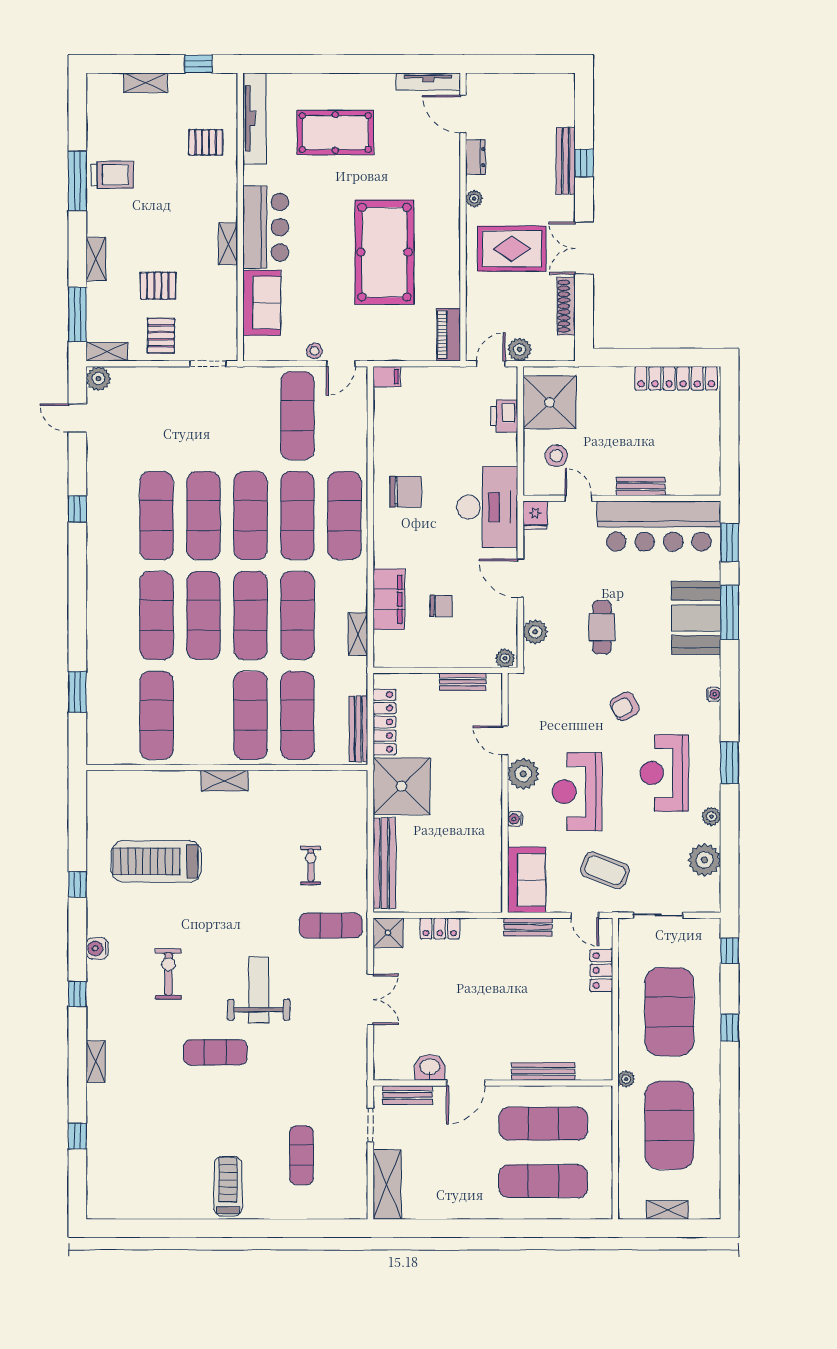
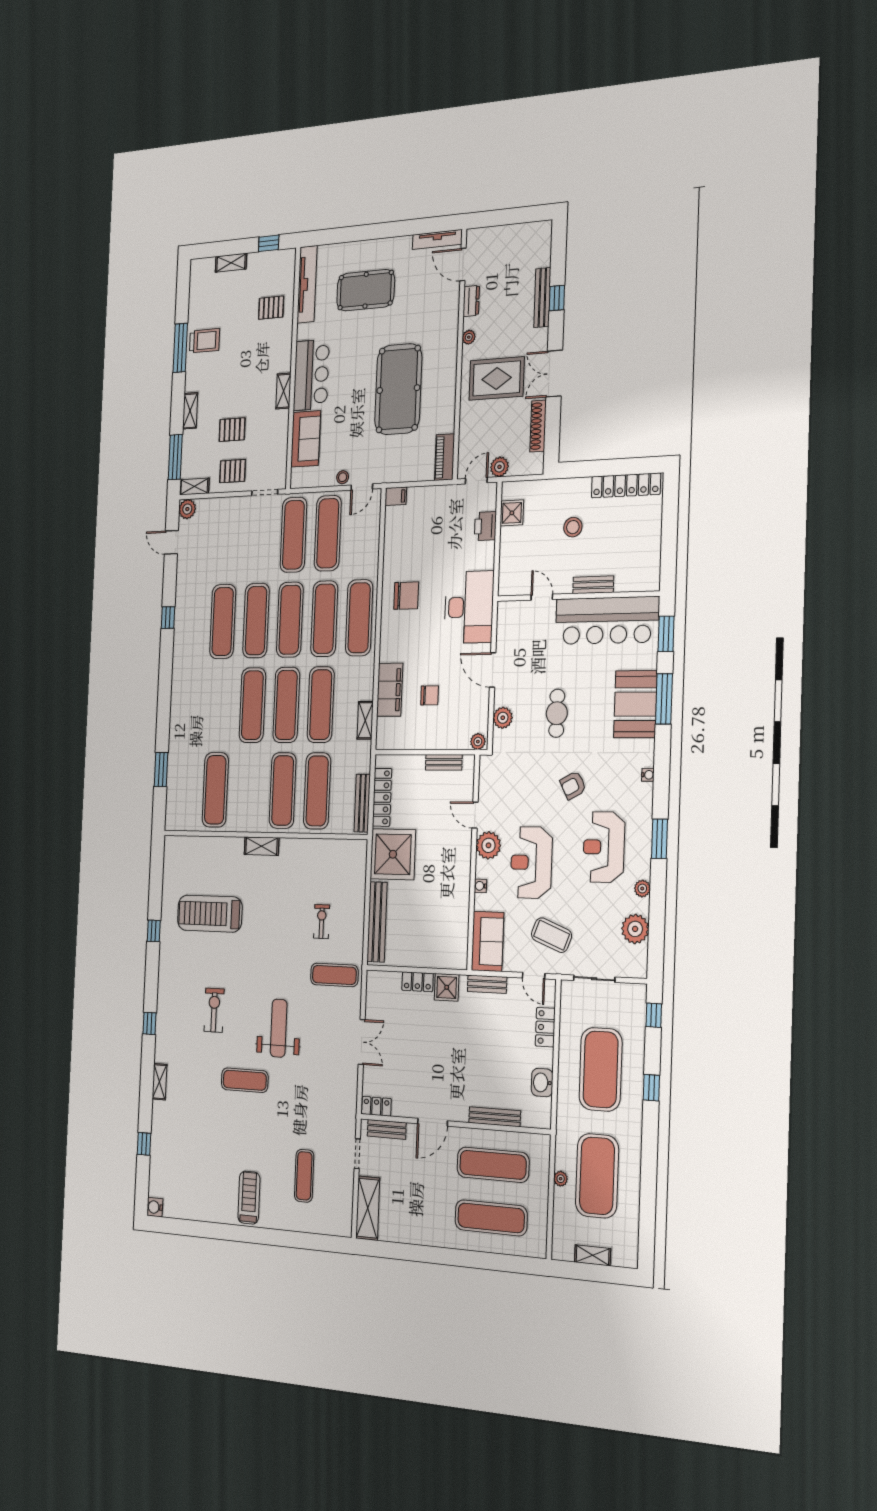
pallet: (161, 336) -> (232, 471), turned 90
shower: (550, 402) -> (512, 513), width x0.54, depth x0.54
stool: (556, 456) -> (573, 527), moved
fridge: (535, 515) -> (506, 613), removed
exercise mat: (156, 616) -> (293, 535), moved
shower: (388, 933) -> (447, 987), moved
water cooler: (97, 948) -> (155, 1207), moved
washbasin: (430, 1067) -> (542, 1083), moved, turned -90
locker: (393, 1070) -> (376, 1106), added
plant: (626, 1079) -> (561, 1179), moved

